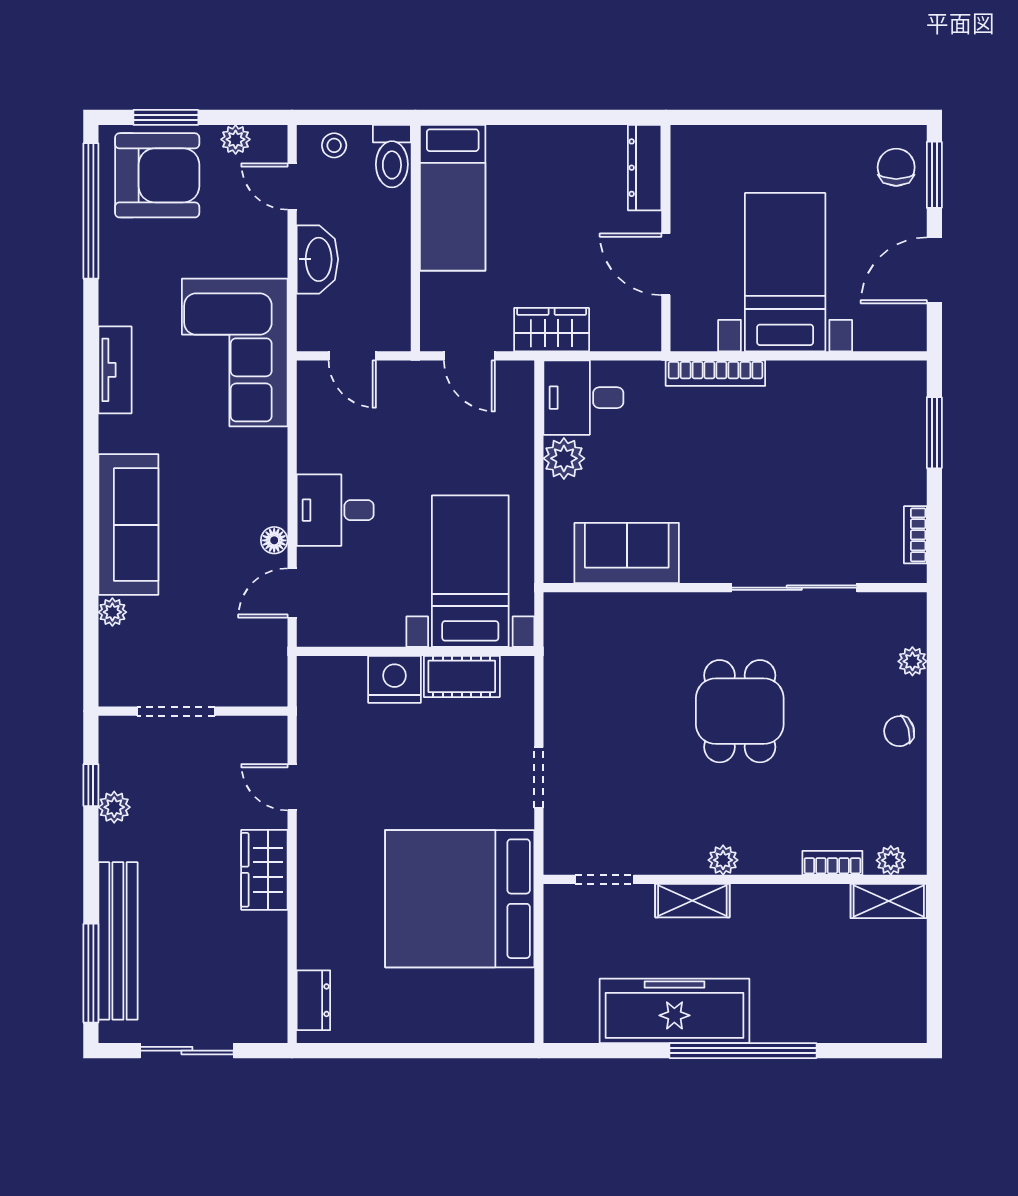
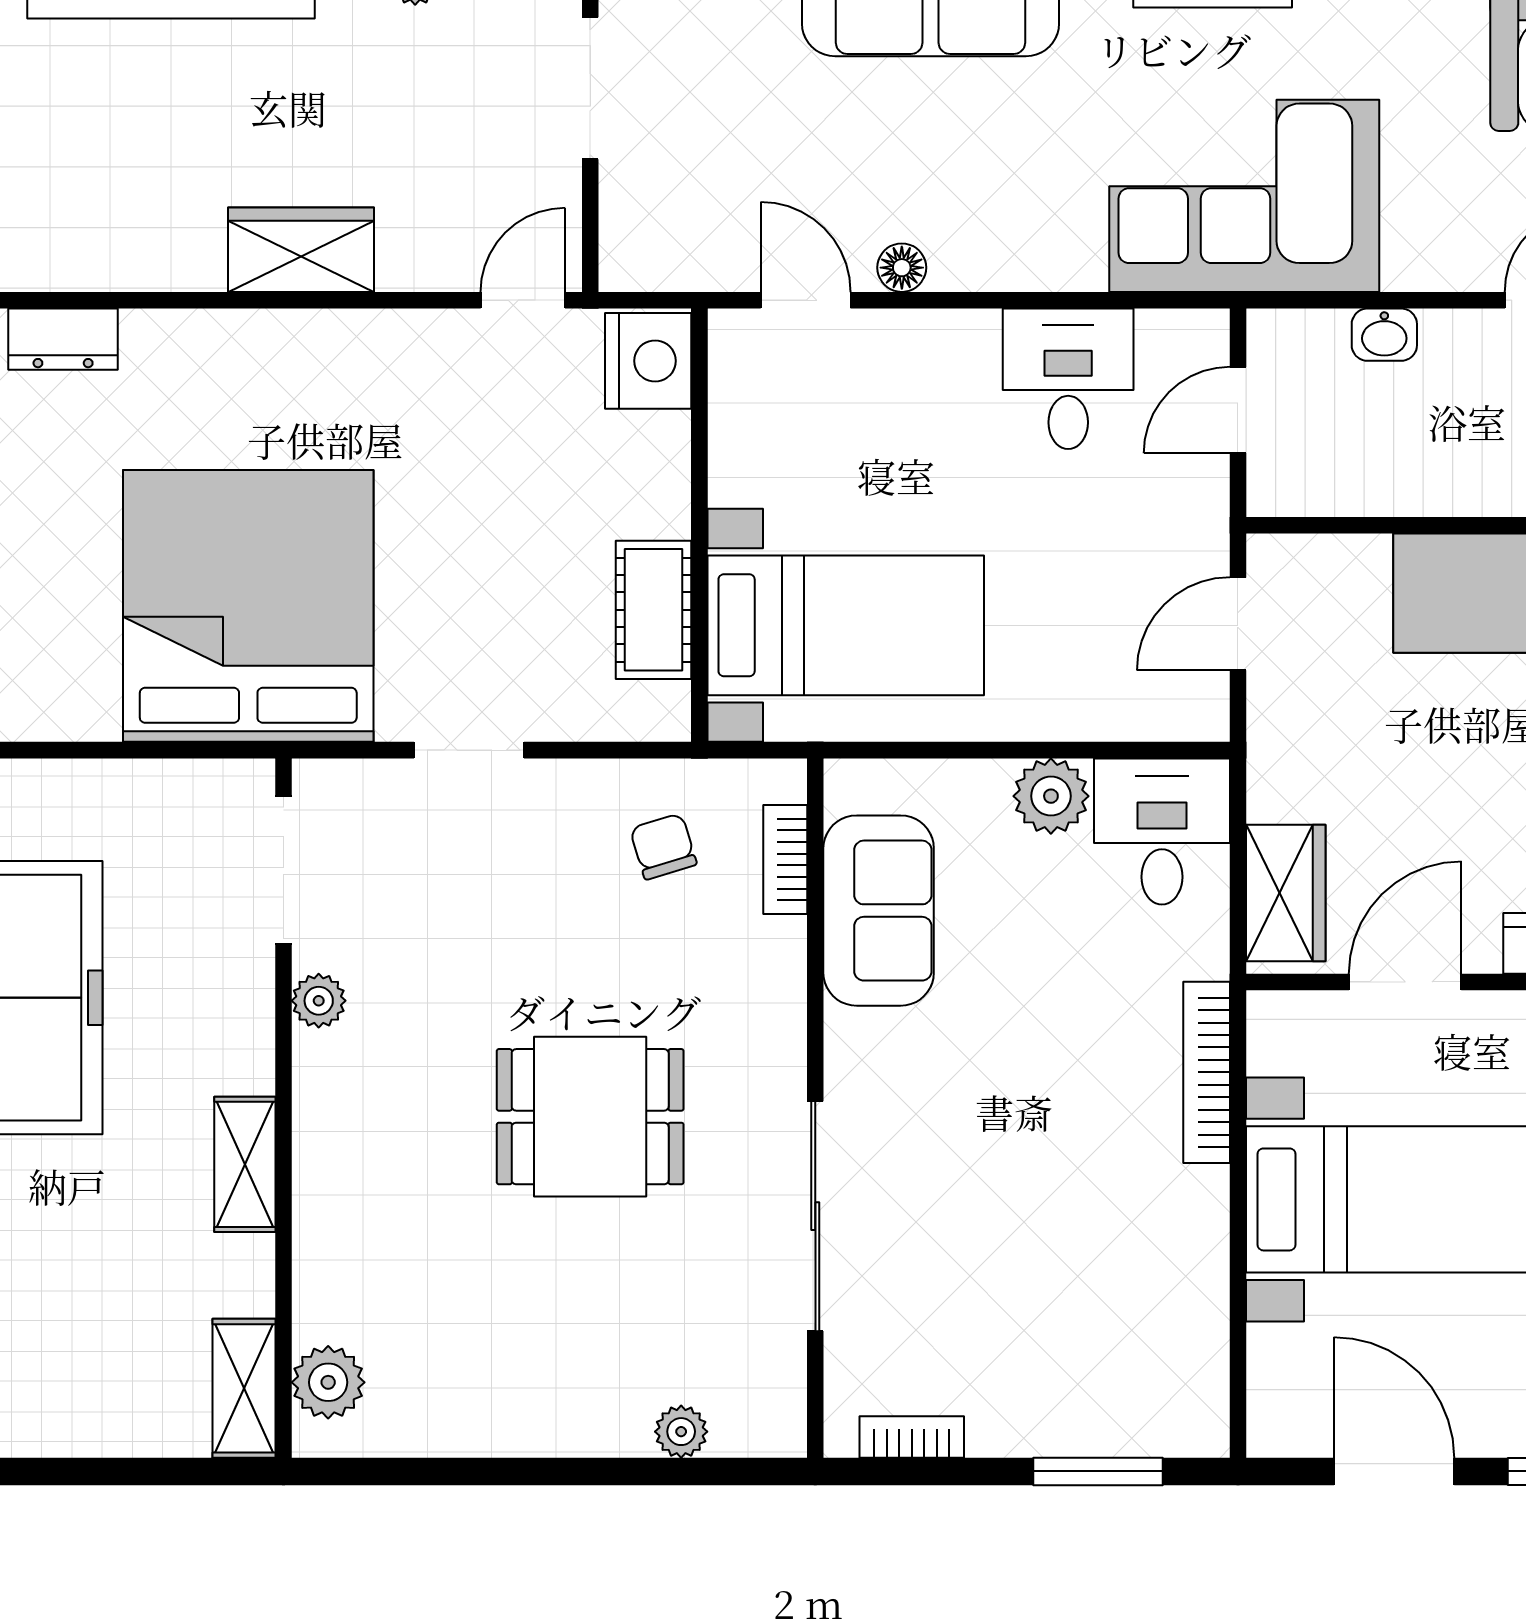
washbasin: (317, 259) -> (1384, 335), width x0.52, depth x0.69
wardrobe: (552, 330) -> (1286, 893), moved
desk: (335, 510) -> (1068, 379), moved
nightstand: (394, 679) -> (648, 361), moved
chair: (899, 731) -> (663, 846), moved
door: (292, 787) -> (523, 300), moved
plant: (723, 860) -> (319, 1001), moved
plant: (891, 860) -> (328, 1382), width x1.38, depth x1.38
bookcase: (832, 863) -> (785, 859), moved, turned 180
doorway: (605, 879) -> (284, 870), width x1.38
shelving: (692, 901) -> (245, 1164), moved

